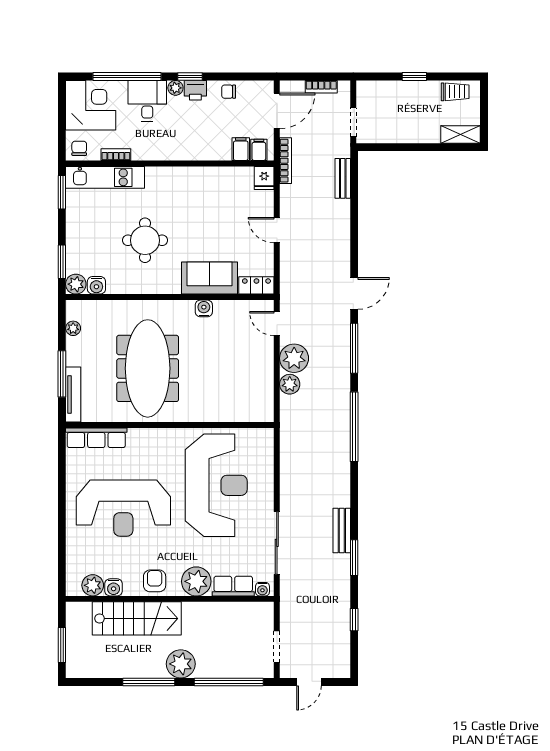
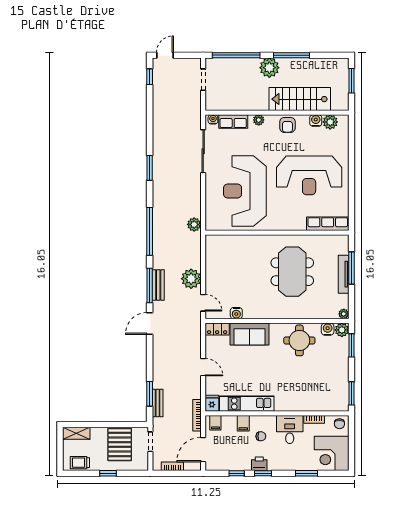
window: (127, 77) -> (306, 473), width x0.47
window: (228, 77) -> (237, 473), added
plant: (175, 88) -> (273, 465), removed
chair: (229, 92) -> (261, 436), moved
desk: (147, 101) -> (290, 430), moved, turned 180
pallet: (398, 118) -> (120, 445), added
filing cabinet: (241, 149) -> (243, 423), moved
kitchen unit: (105, 177) -> (247, 404), moved
window: (354, 192) -> (150, 394), added
round table: (145, 240) -> (299, 340), moved
water cooler: (204, 308) -> (236, 313), moved
plant: (73, 328) -> (344, 314), moved
meeting table: (148, 368) -> (292, 272), width x0.73
plant: (290, 384) -> (194, 224), moved
tv unit: (73, 395) -> (344, 274), moved
reception desk: (123, 508) -> (309, 175), turned 180
bench: (342, 530) -> (158, 285), moved
window: (354, 558) -> (150, 168), moved
plant: (196, 581) -> (259, 120), width x0.53, depth x0.53
window: (354, 620) -> (150, 77), moved
door: (309, 682) -> (165, 55), moved

